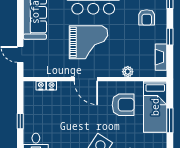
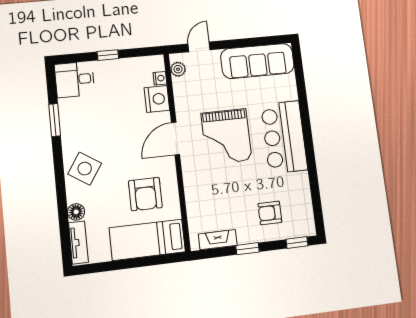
plant: (128, 72) -> (178, 69), moved
nightstand: (52, 86) -> (157, 99), width x1.89, depth x1.79
window: (170, 120) -> (130, 263), removed

